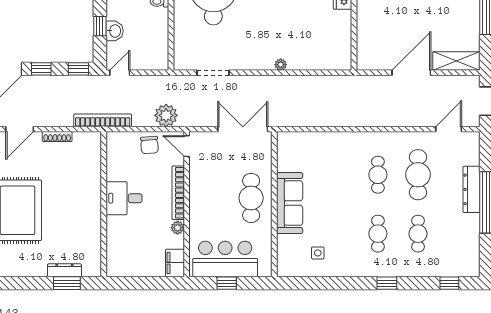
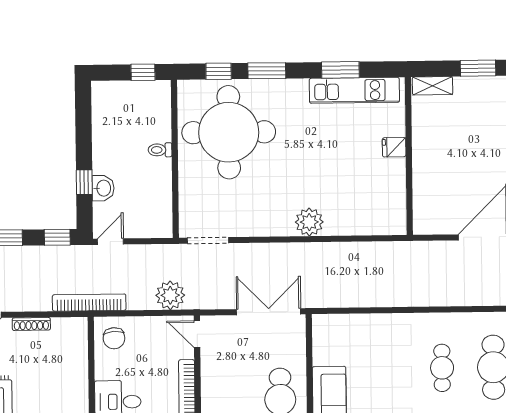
plant: (281, 65) -> (309, 222), width x1.87, depth x1.87
doorway: (213, 73) -> (208, 240), moved
chair: (149, 145) -> (114, 338), moved

